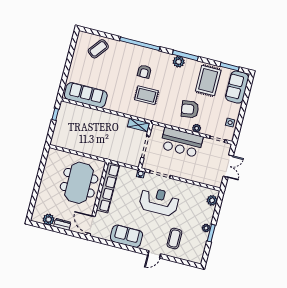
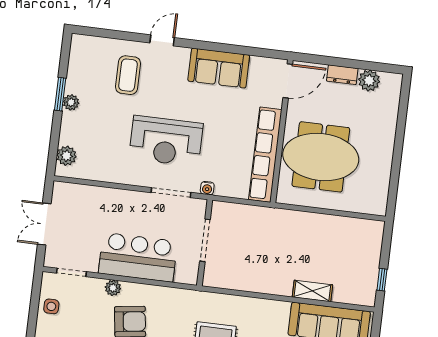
shelving: (138, 125) -> (312, 291), moved
meeting table: (79, 183) -> (321, 157), turned 90
door: (91, 225) -> (288, 81), hinge flipped

